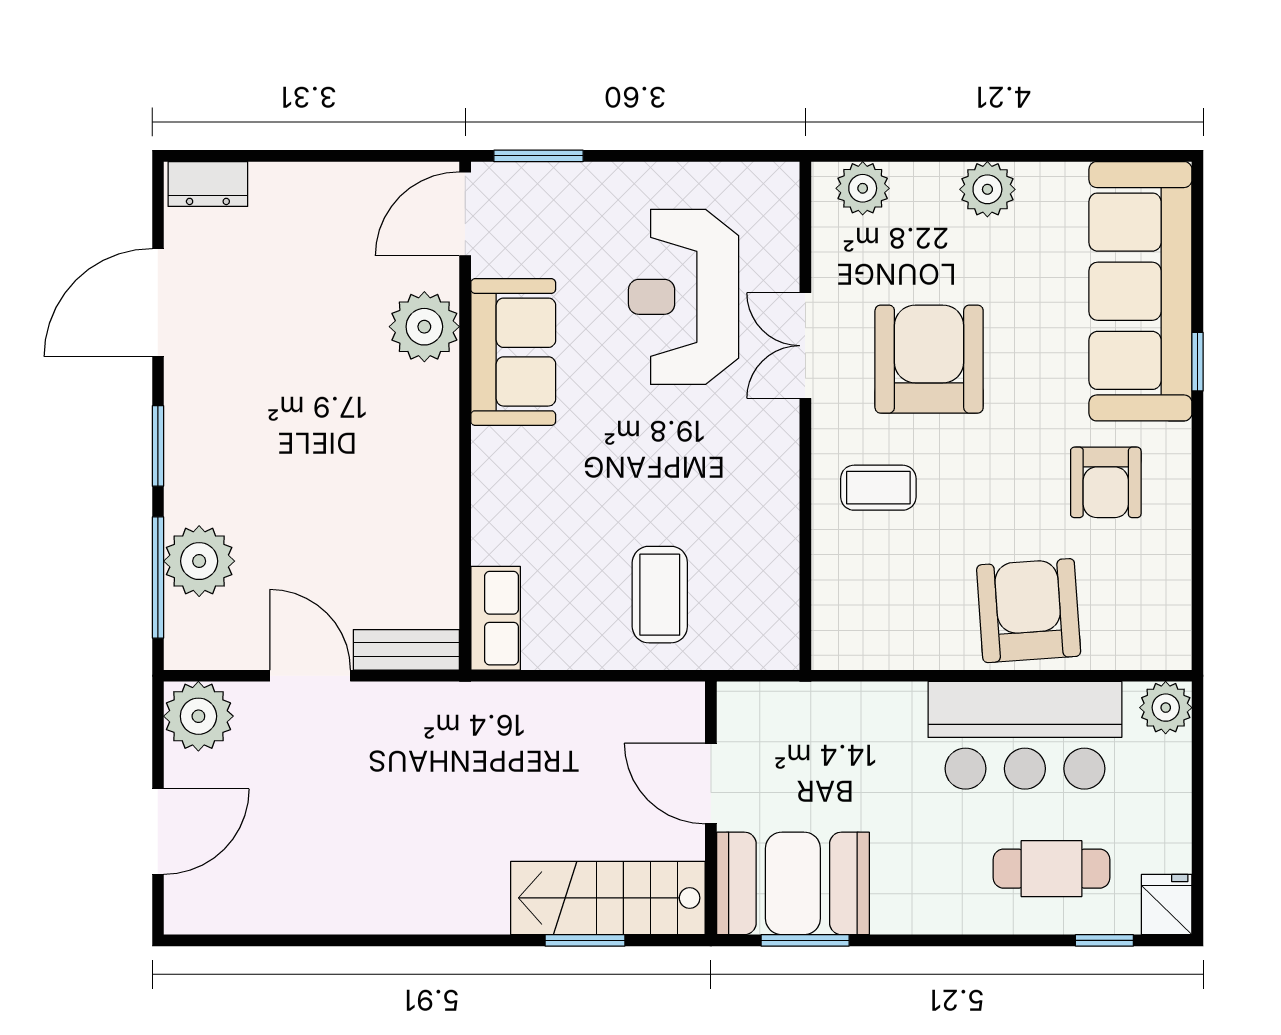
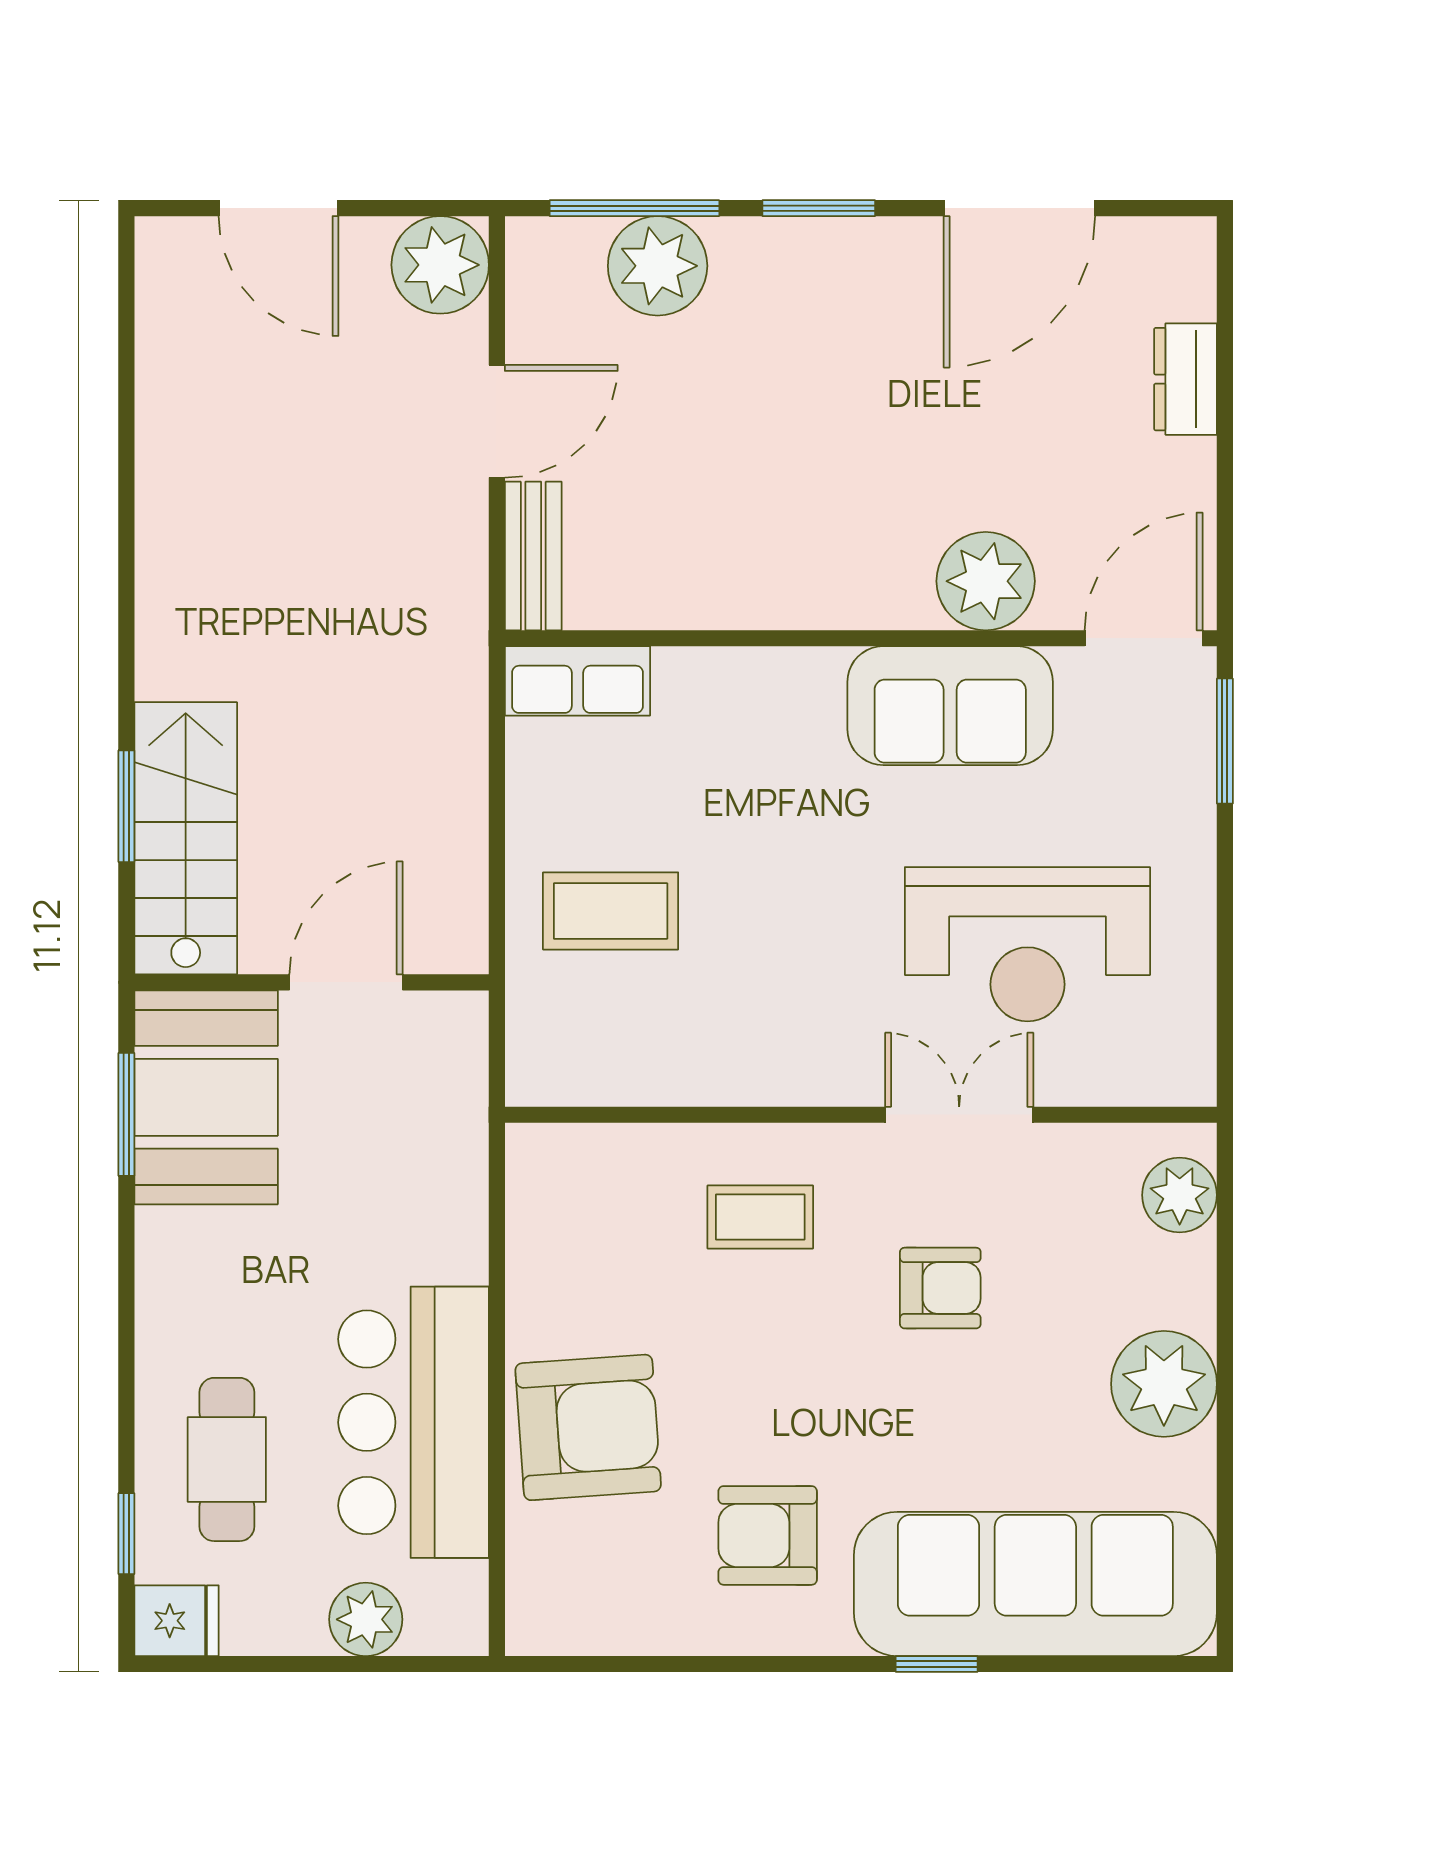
dresser: (208, 184) -> (1186, 379), moved
plant: (987, 189) -> (1164, 1384), width x1.36, depth x1.36
door: (465, 214) -> (1144, 638), hinge flipped
reception desk: (684, 297) -> (1027, 944), turned 180
door: (158, 303) -> (1019, 208), swing flipped
armchair: (929, 359) -> (940, 1288), width x0.53, depth x0.53
coffee table: (878, 488) -> (760, 1217), turned 90
plant: (1166, 708) -> (366, 1619), moved

